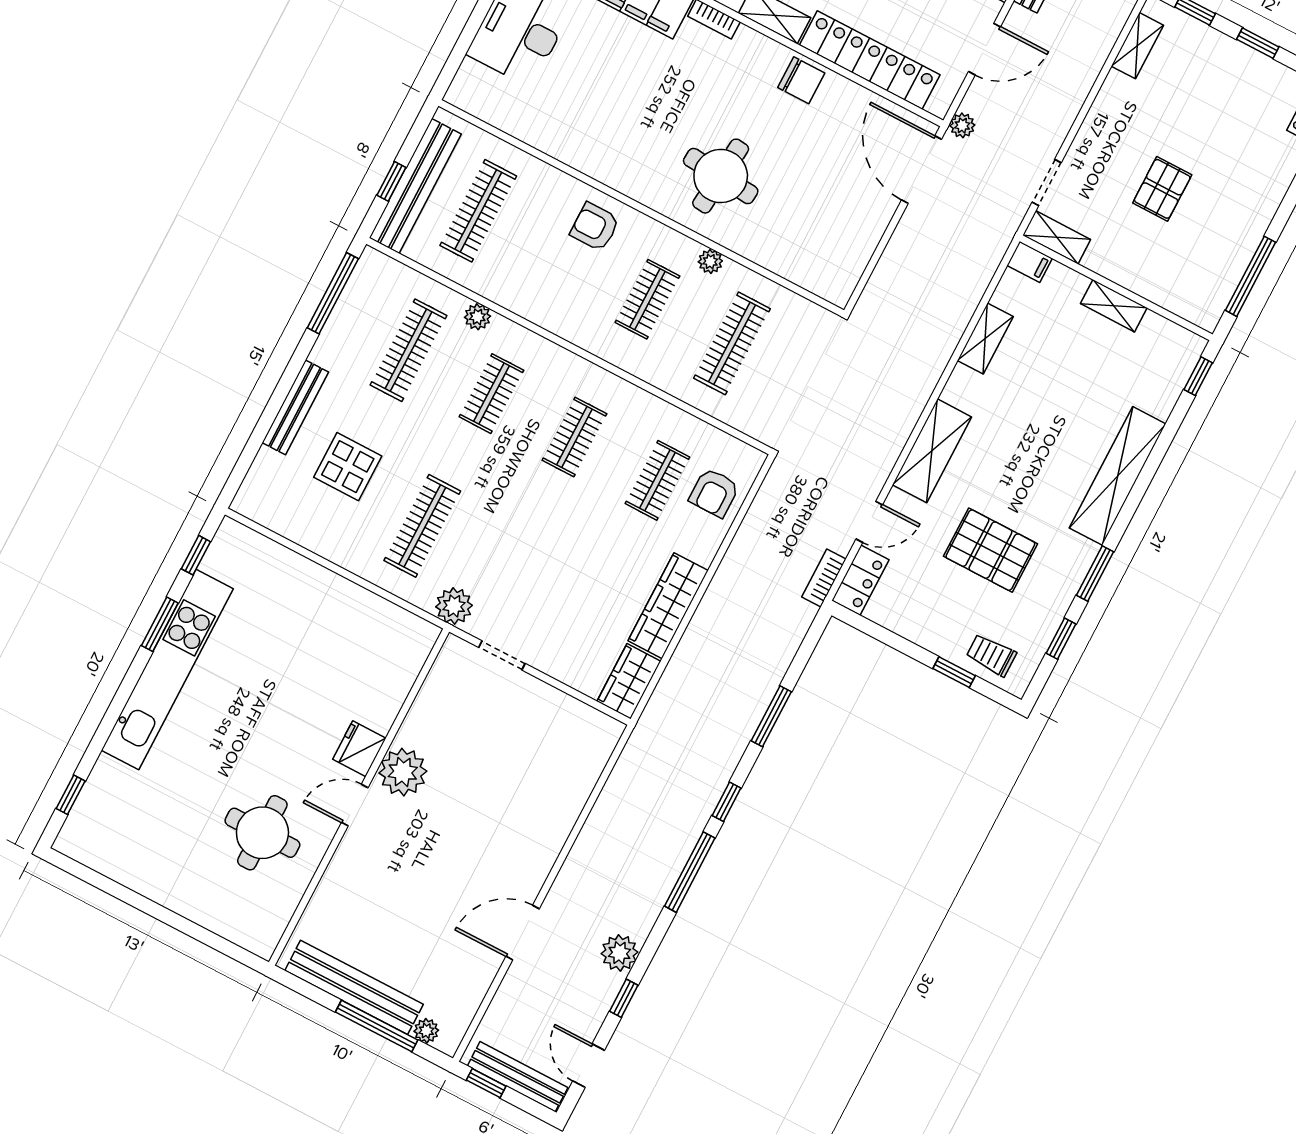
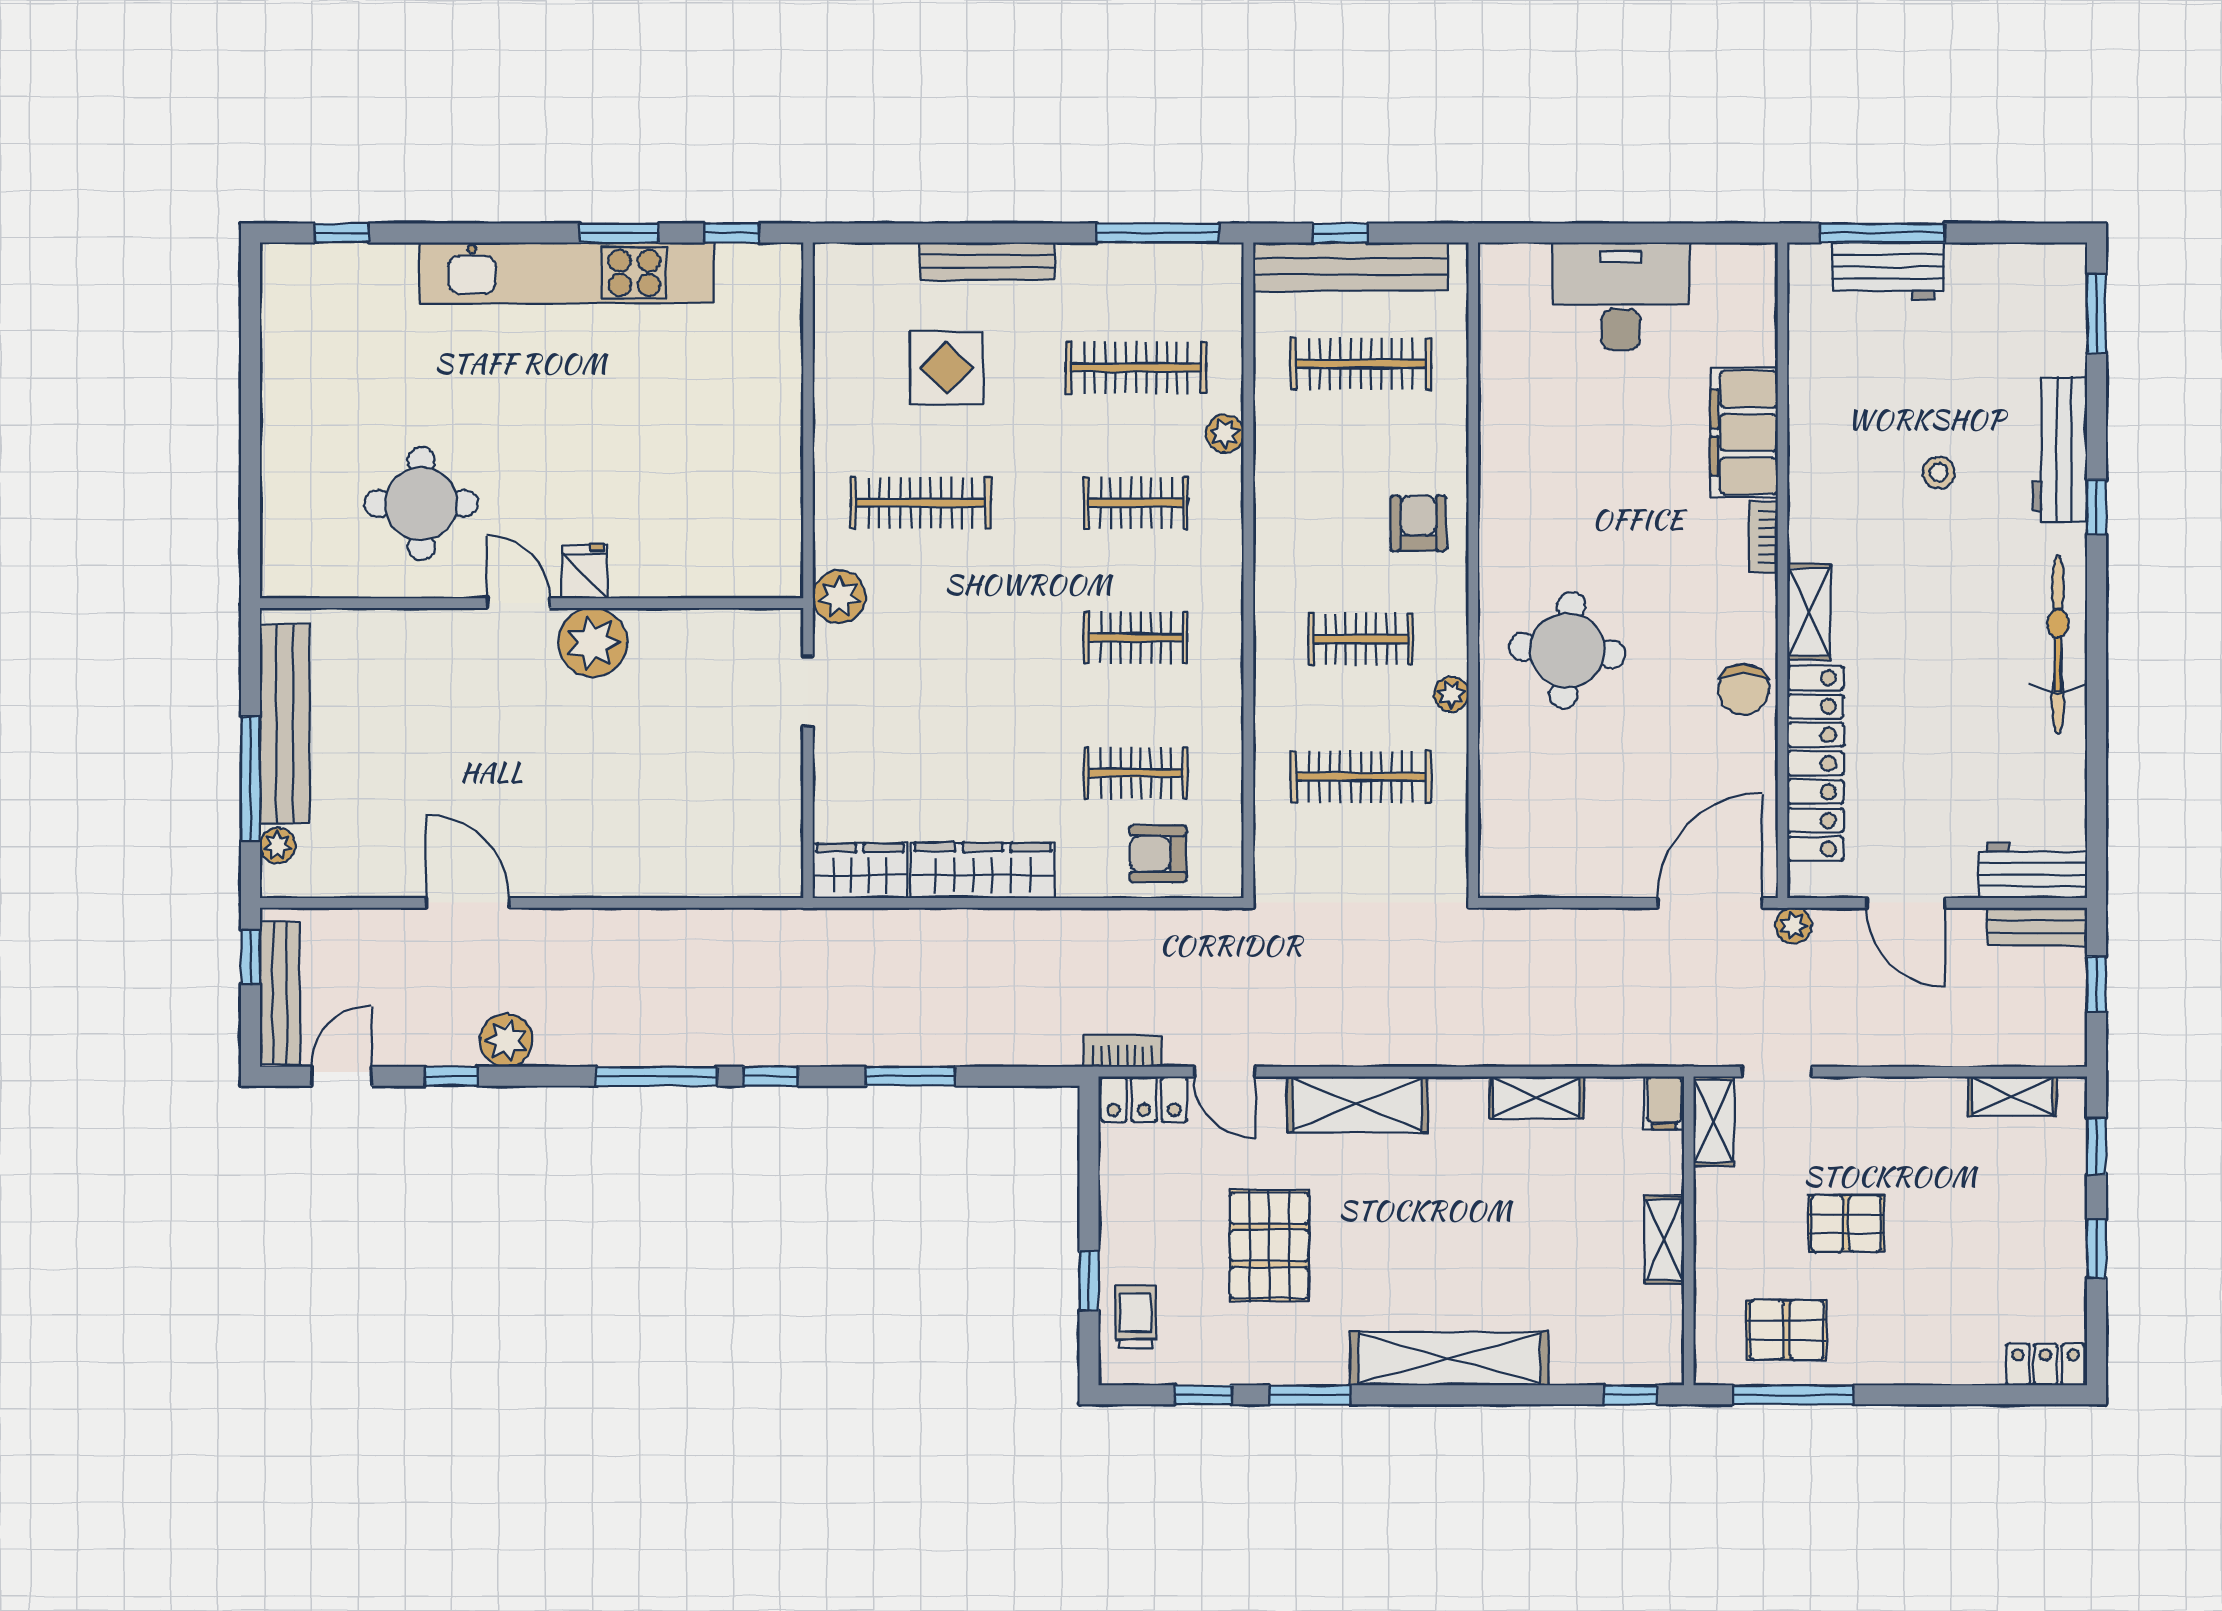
pallet: (1209, 259) -> (1787, 1330), added
fridge: (359, 749) -> (585, 571), width x0.72

